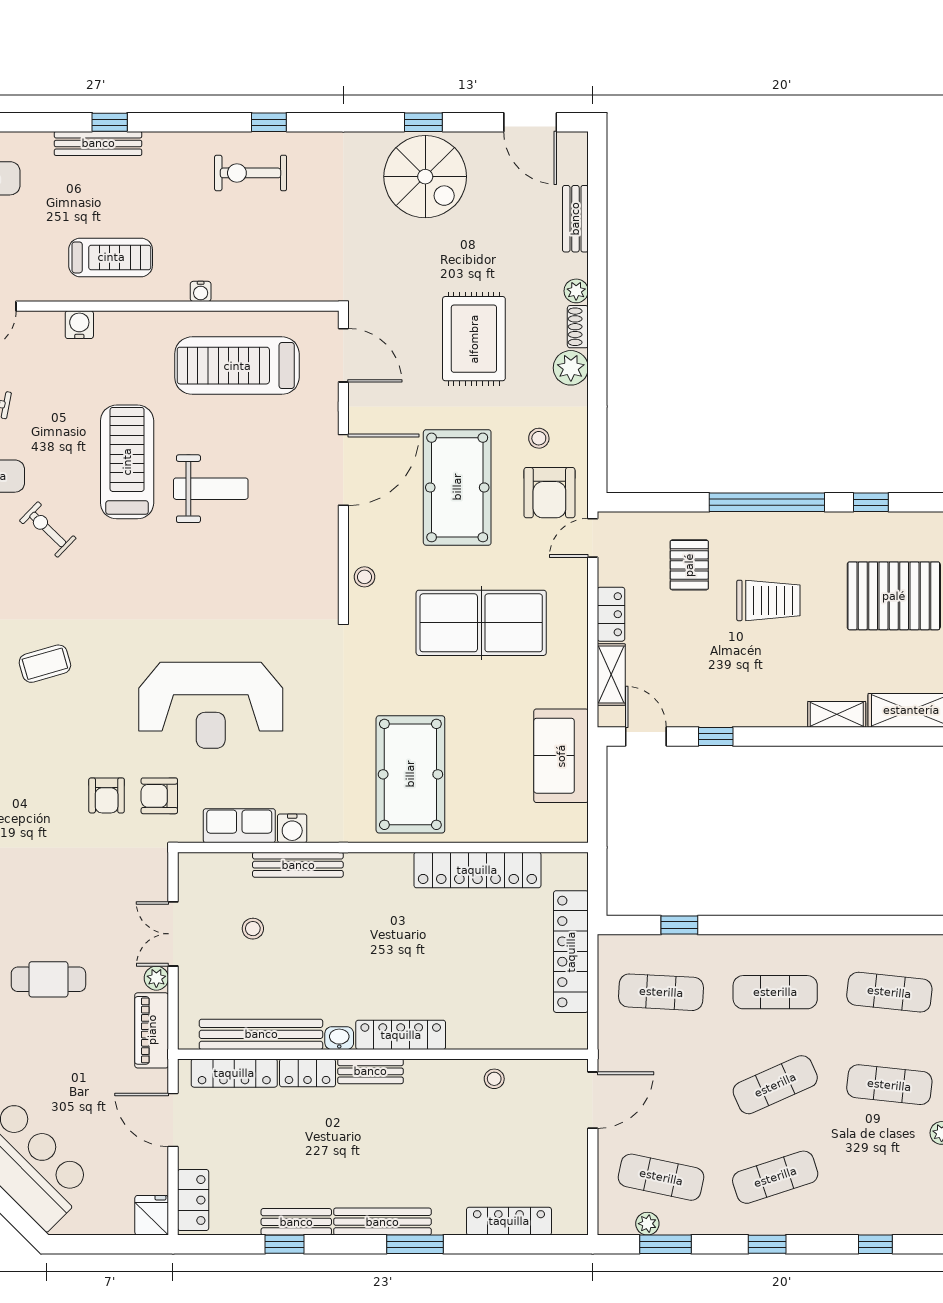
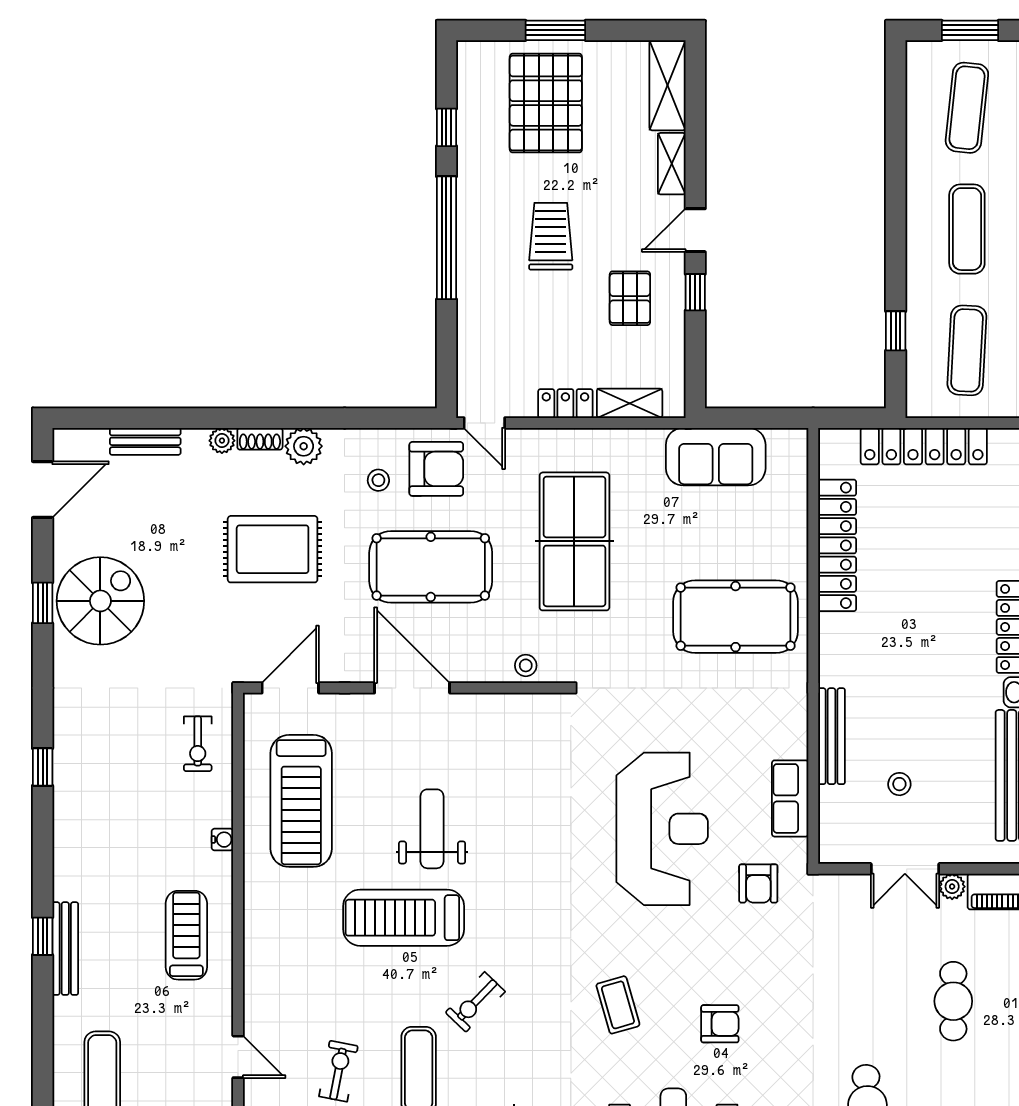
exercise bike: (251, 173) -> (198, 744), moved, width x0.73, depth x0.72
water cooler: (79, 325) -> (258, 968), removed
pallet: (689, 565) -> (630, 298), moved, turned 90
door: (646, 736) -> (695, 230), moved
armchair: (107, 795) -> (720, 1024), moved
water cooler: (292, 828) -> (793, 742), removed

